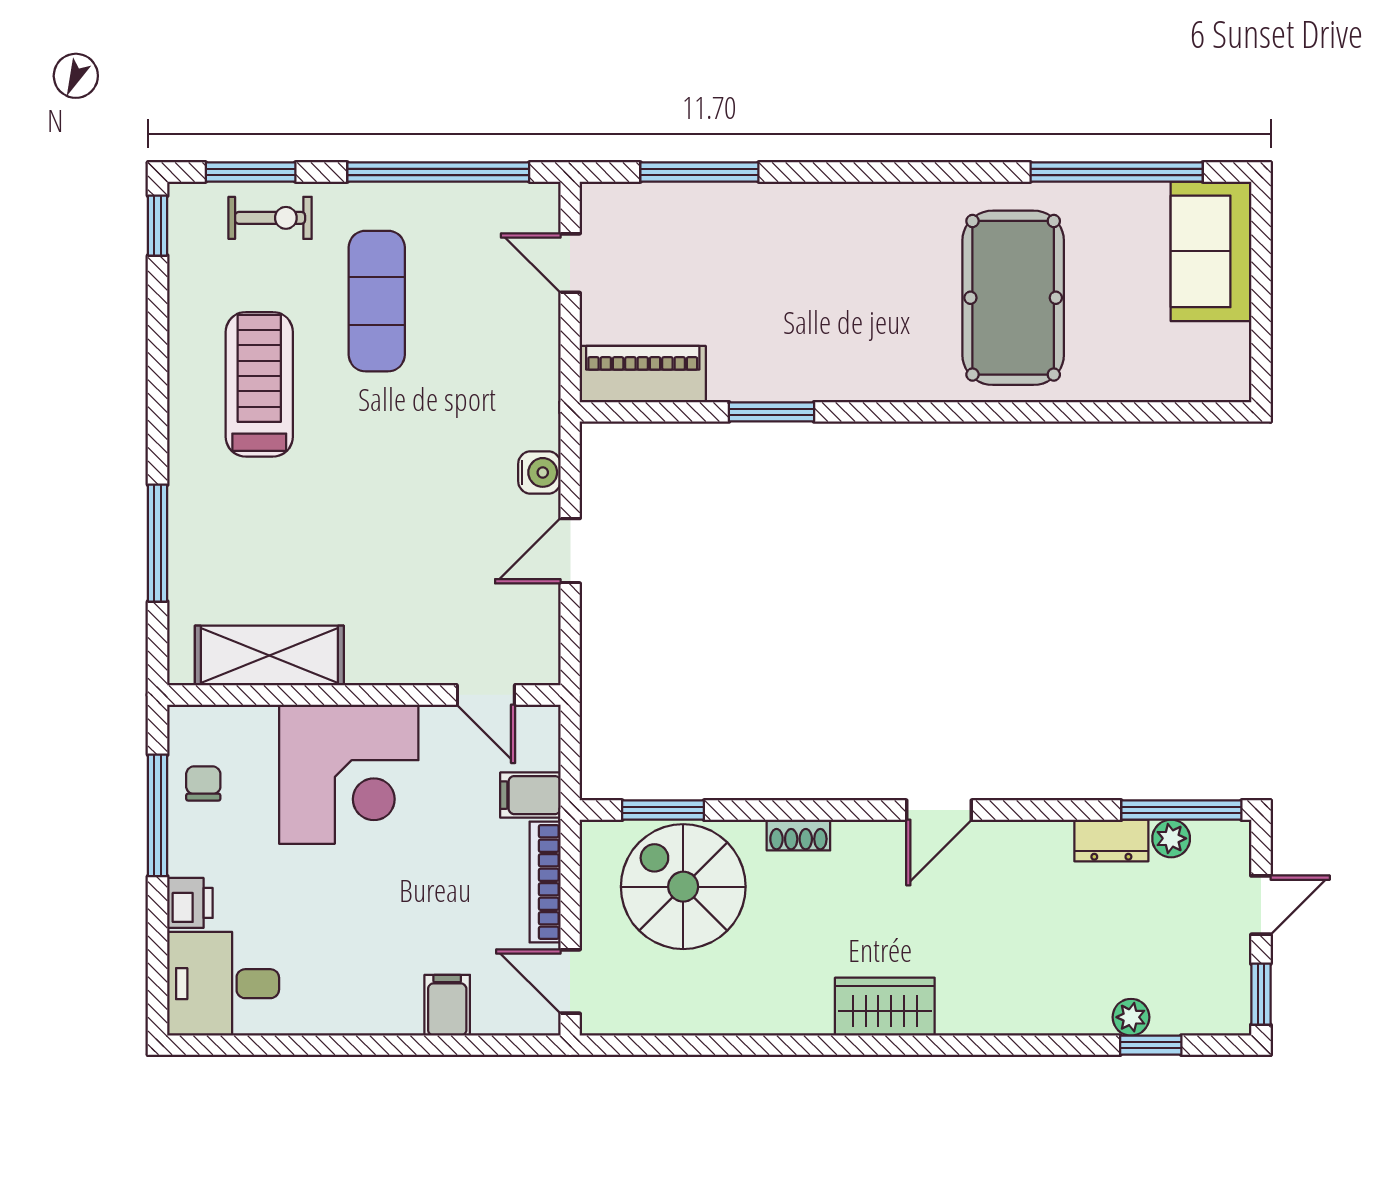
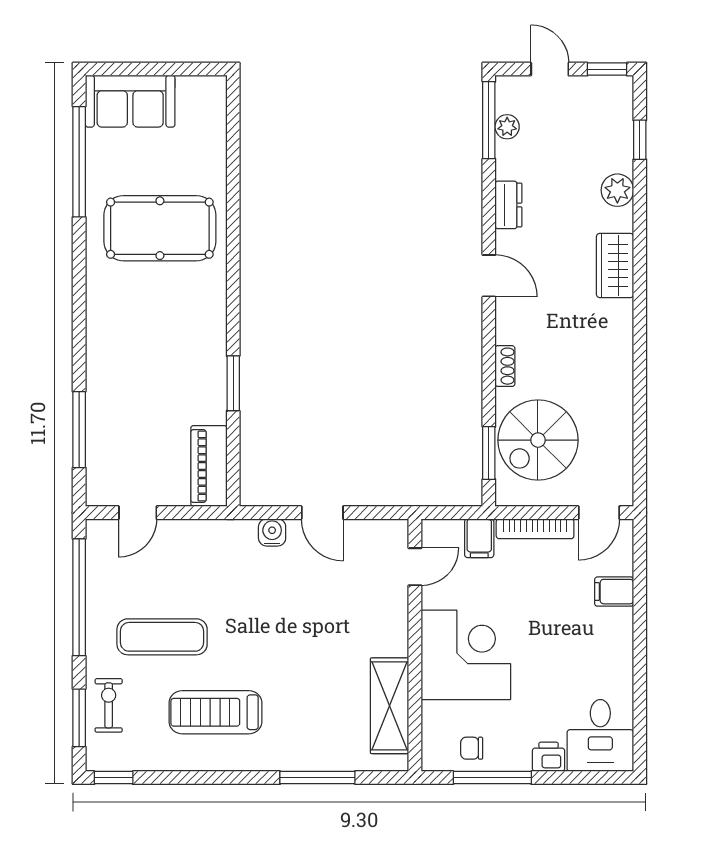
dresser: (1111, 840) -> (508, 205), moved
wardrobe: (885, 1007) -> (615, 266), moved
plant: (1131, 1017) -> (617, 190), moved, width x1.38, depth x1.38

